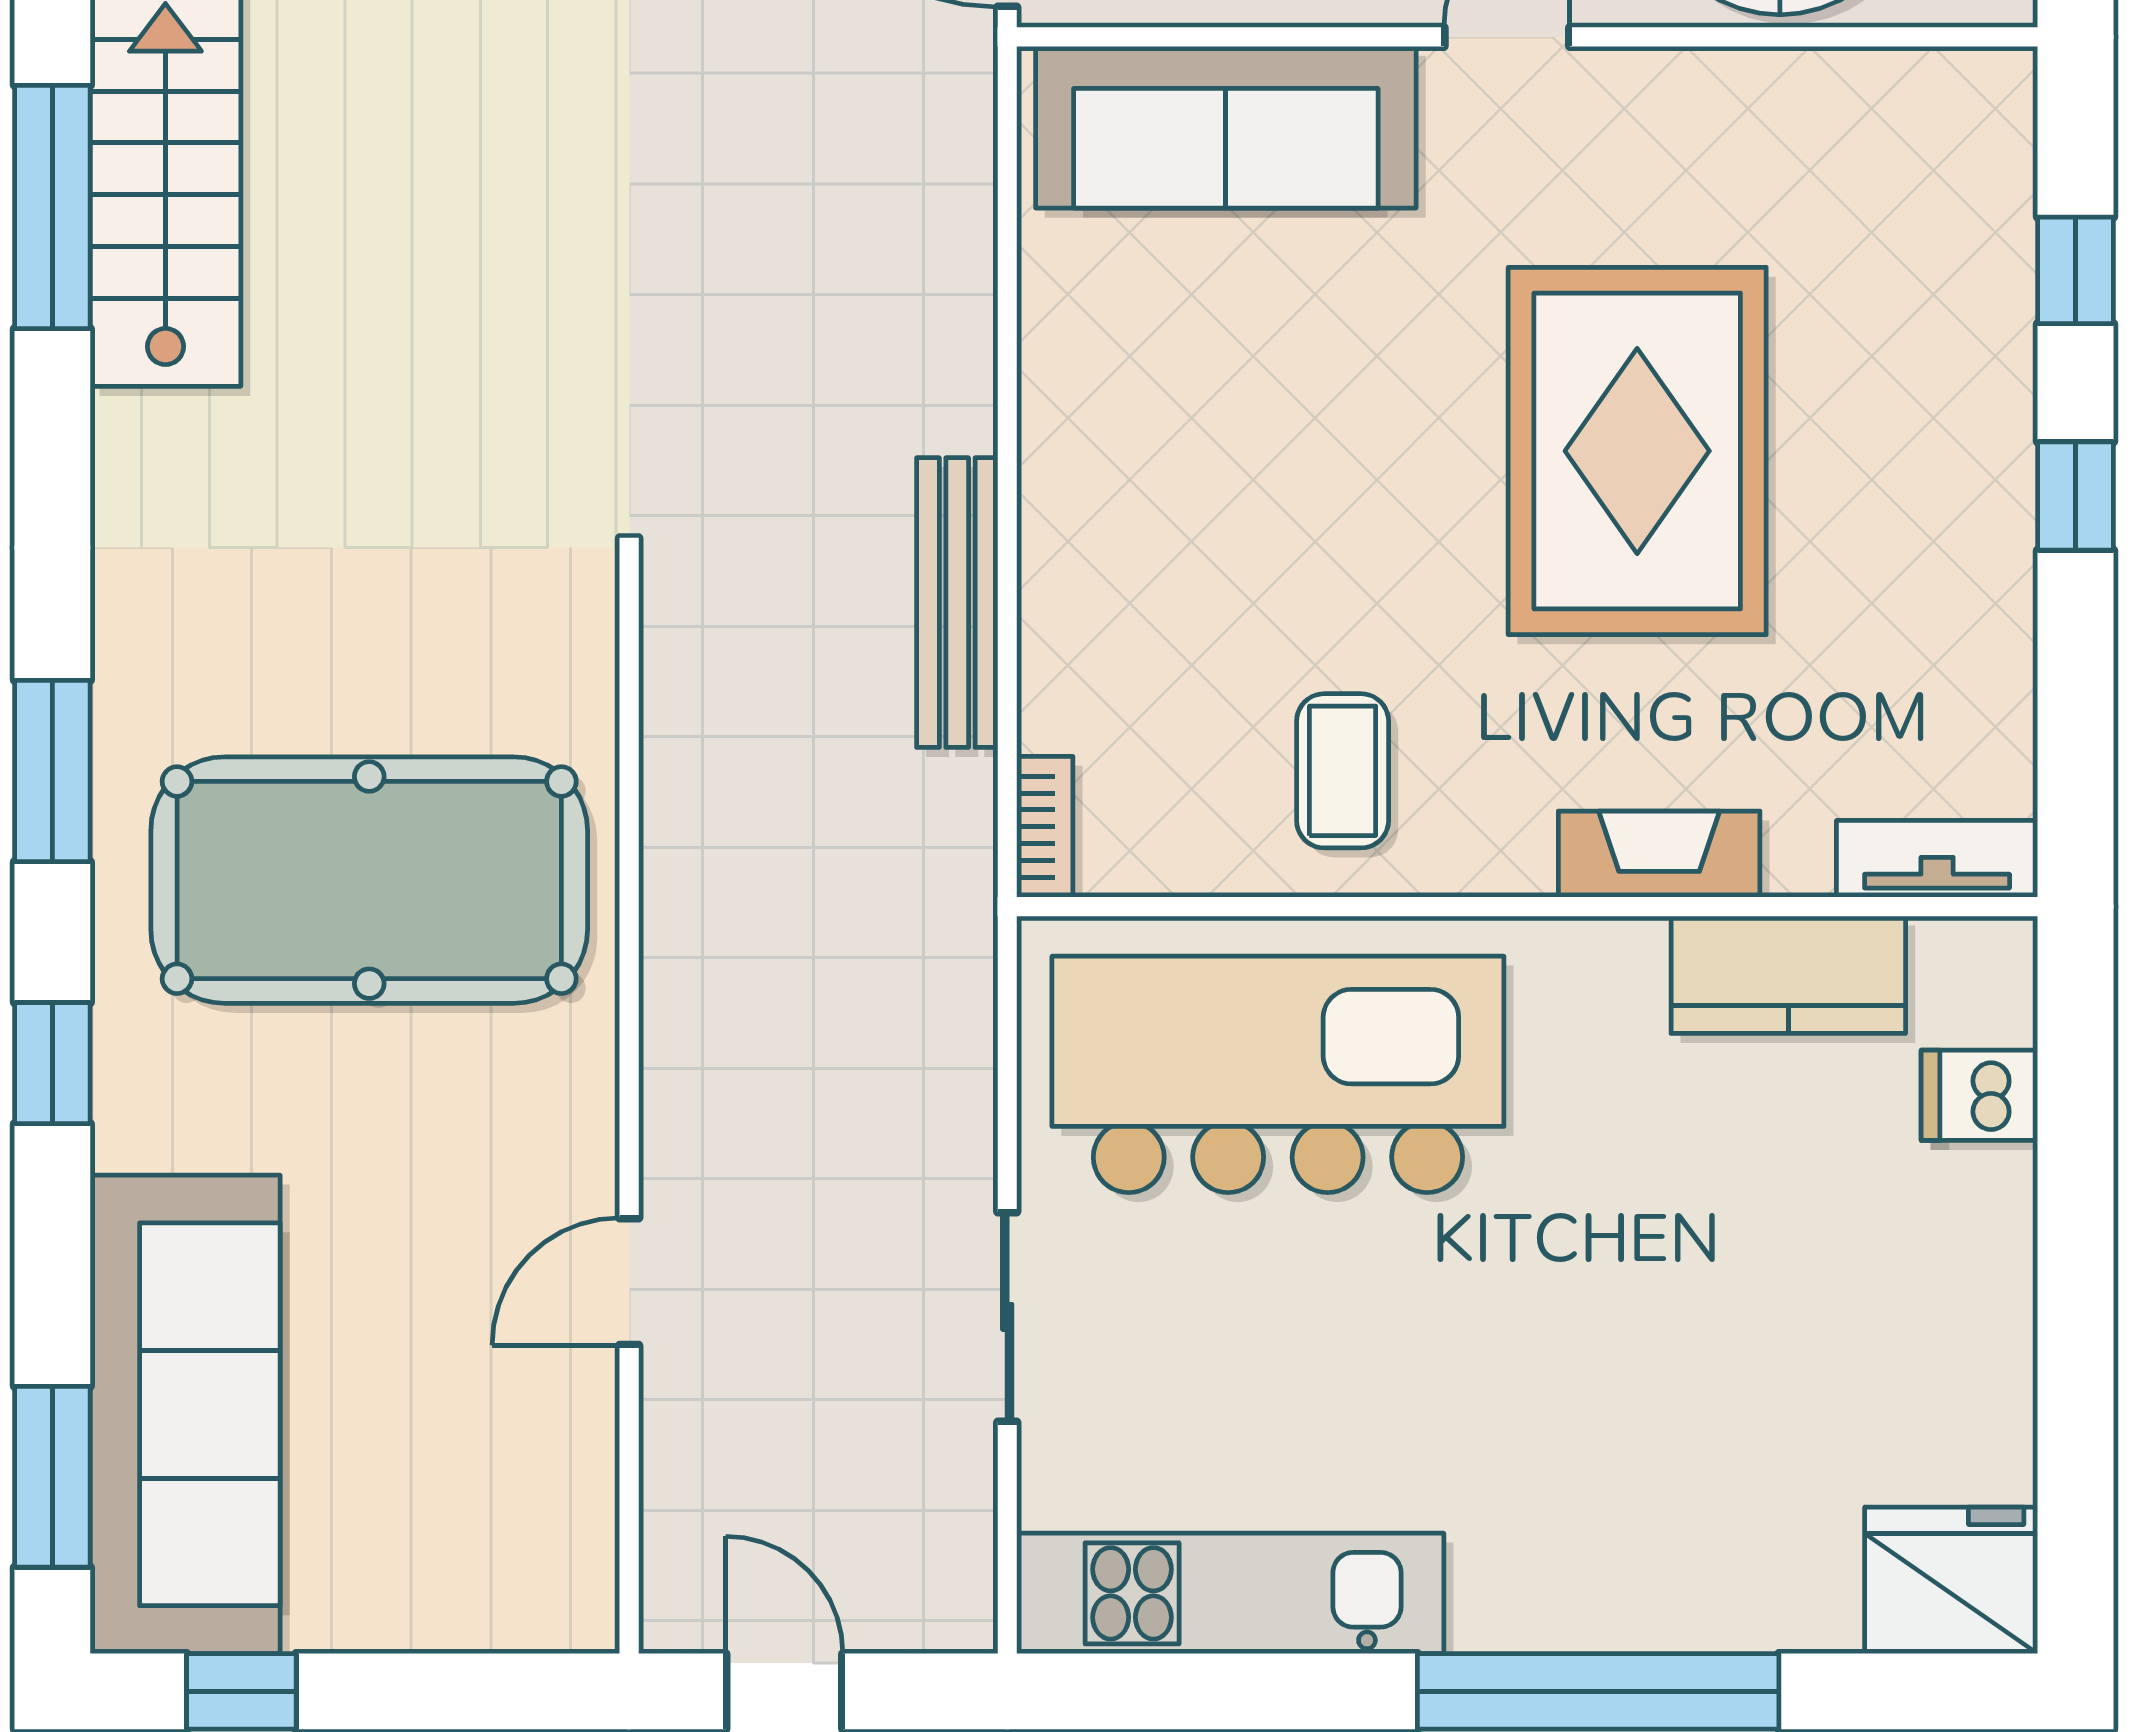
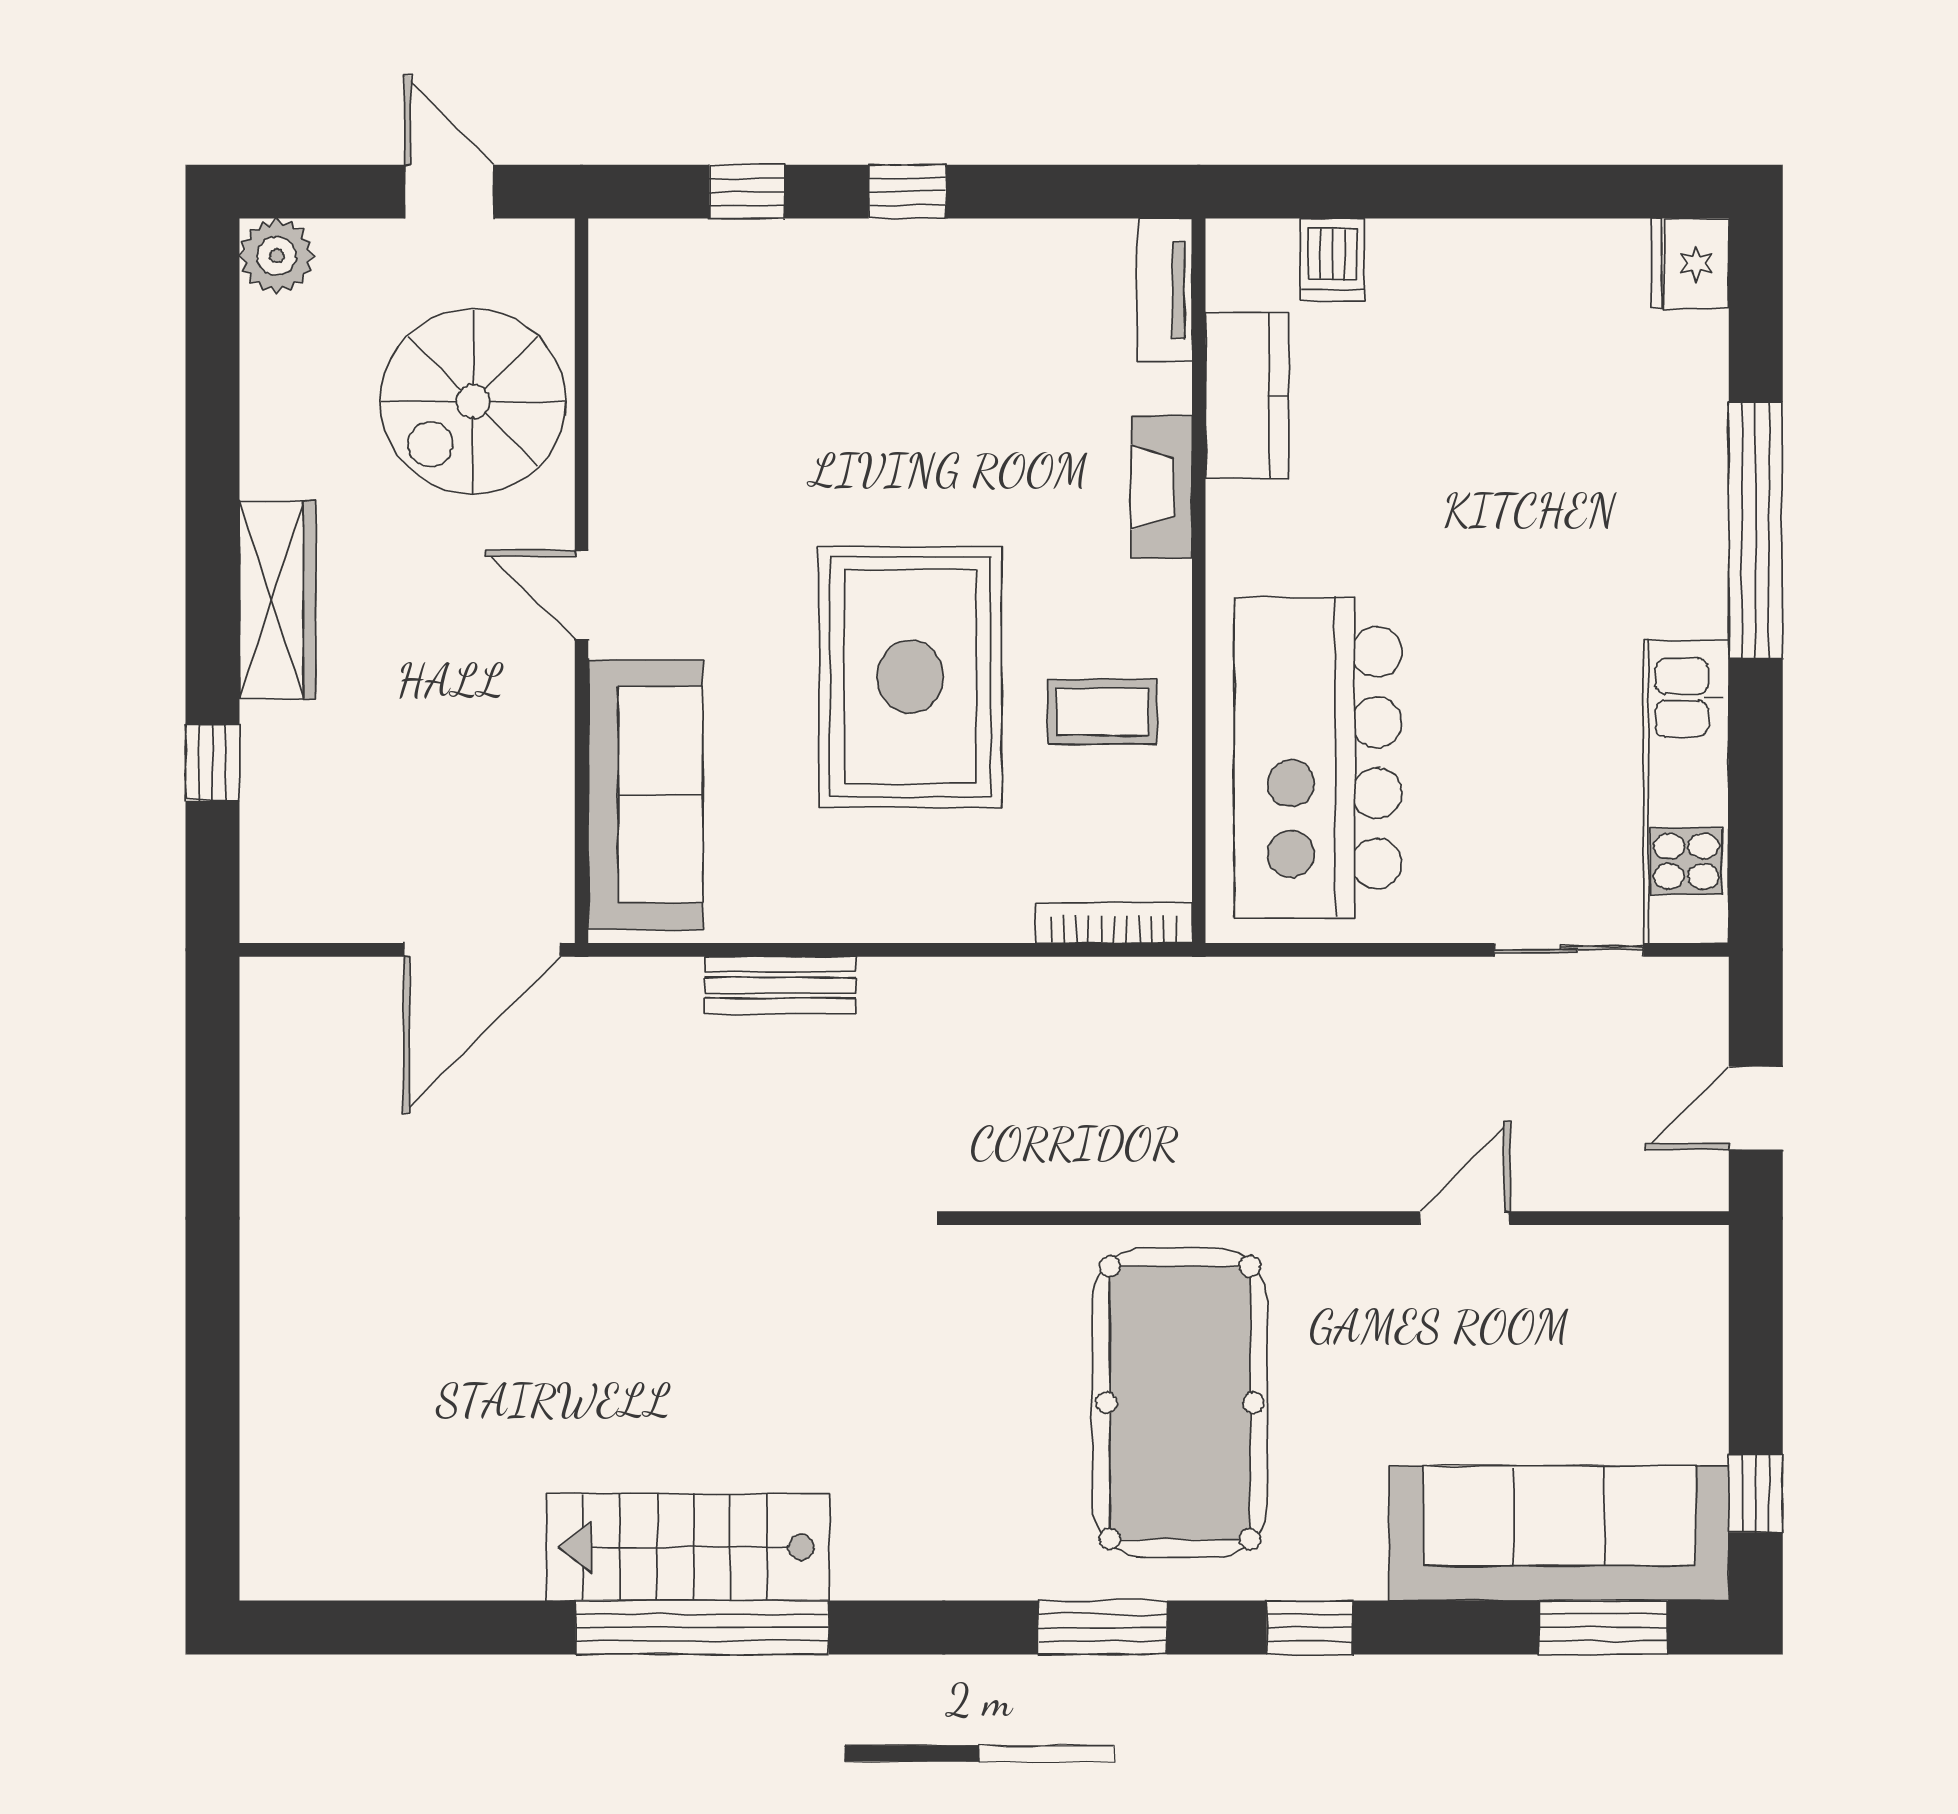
window: (52, 207) -> (702, 1627), width x1.46
rug: (1637, 451) -> (910, 677), moved, turned 90
bench: (957, 603) -> (780, 985), moved, width x0.73
bookcase: (1045, 827) -> (1114, 923), width x1.56
door: (629, 1282) -> (1465, 1218), swing flipped
sliding door: (1007, 1317) -> (1569, 950), moved
fridge: (1951, 1580) -> (1690, 264), width x0.73, depth x0.75

